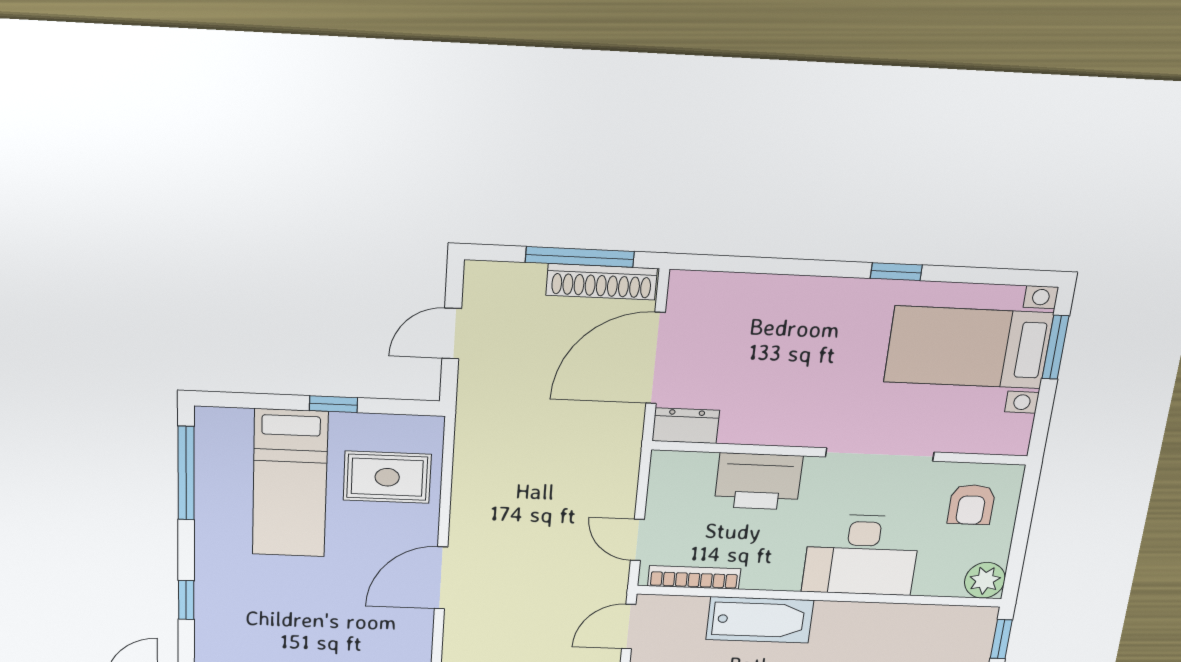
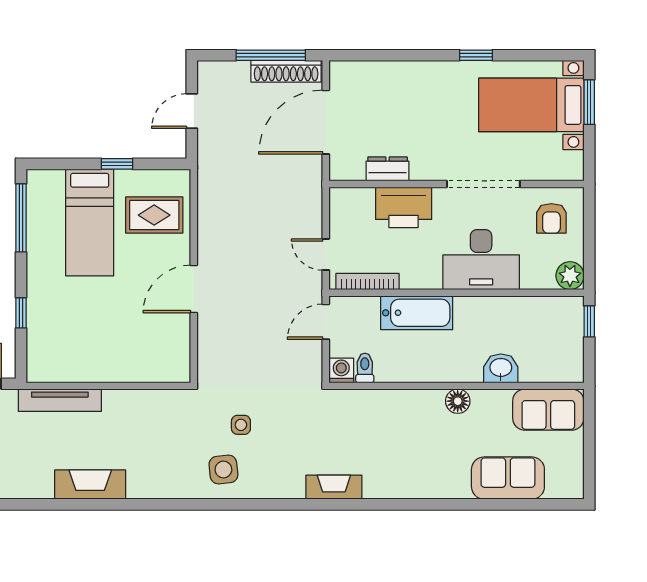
dresser: (686, 426) -> (388, 169), moved

